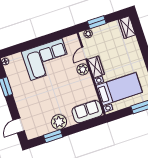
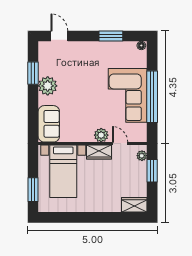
window: (41, 41) -> (152, 97), added

